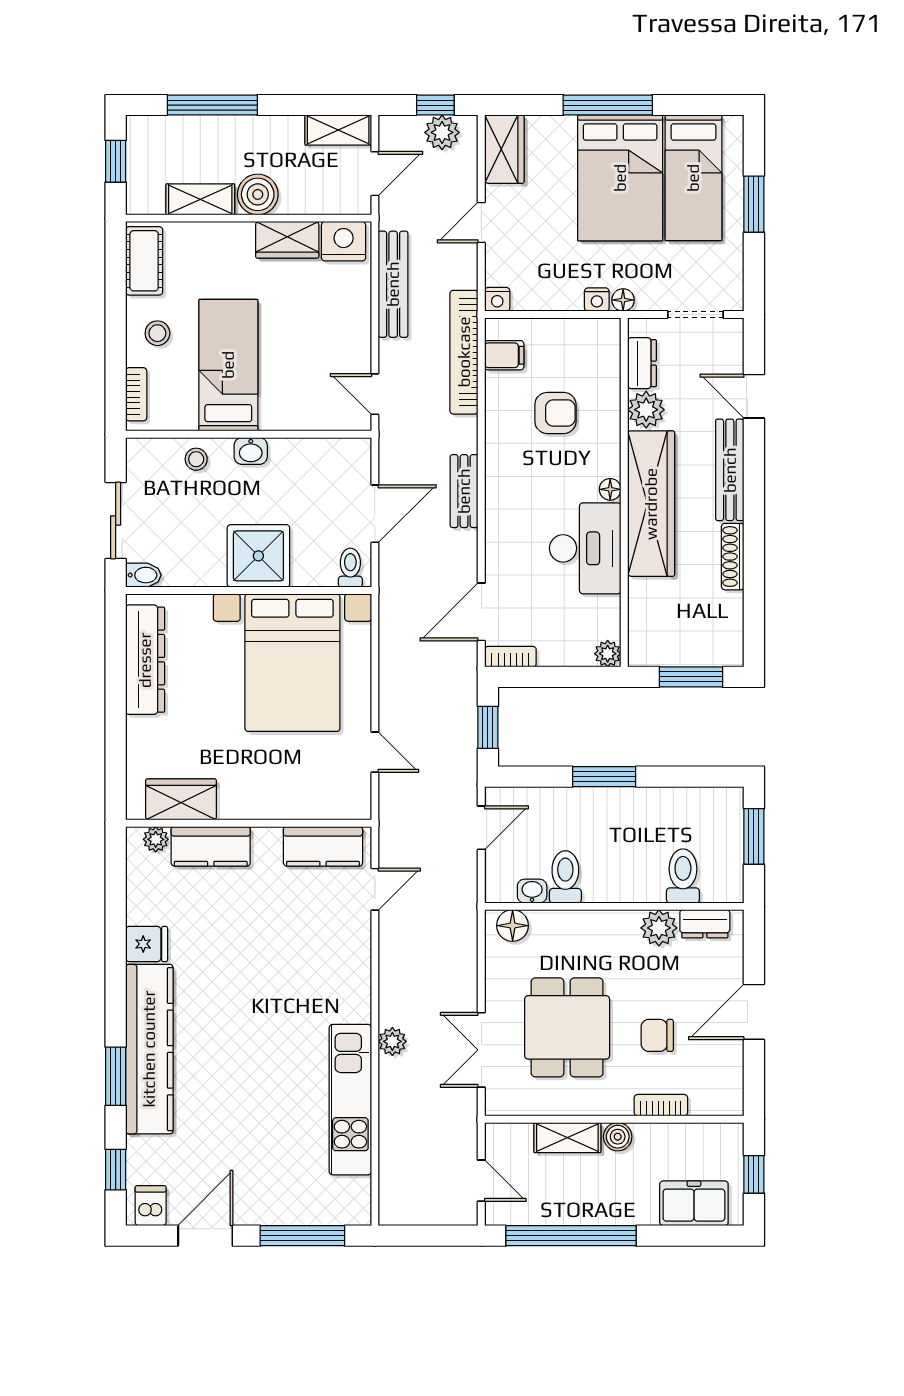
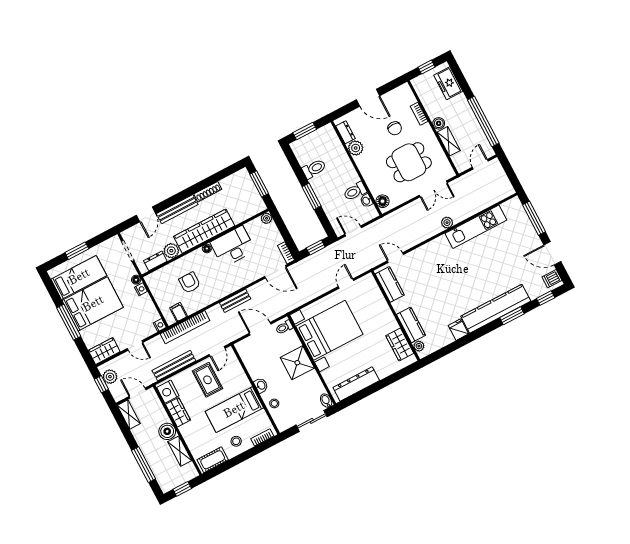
rug: (324, 341) -> (208, 380), added
toilet: (683, 876) -> (314, 169), moved, turned 180

